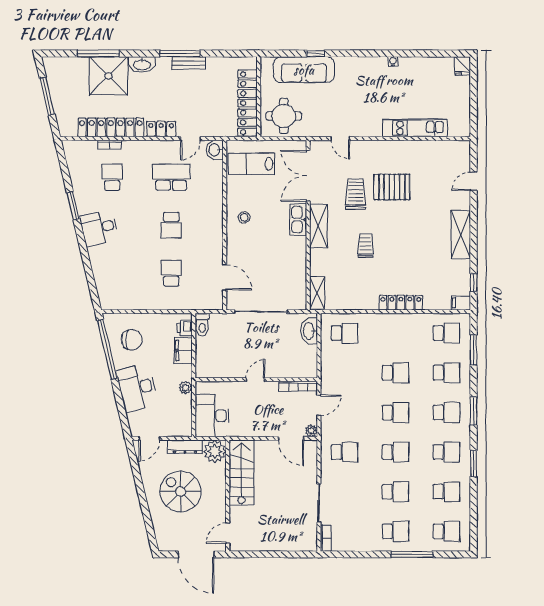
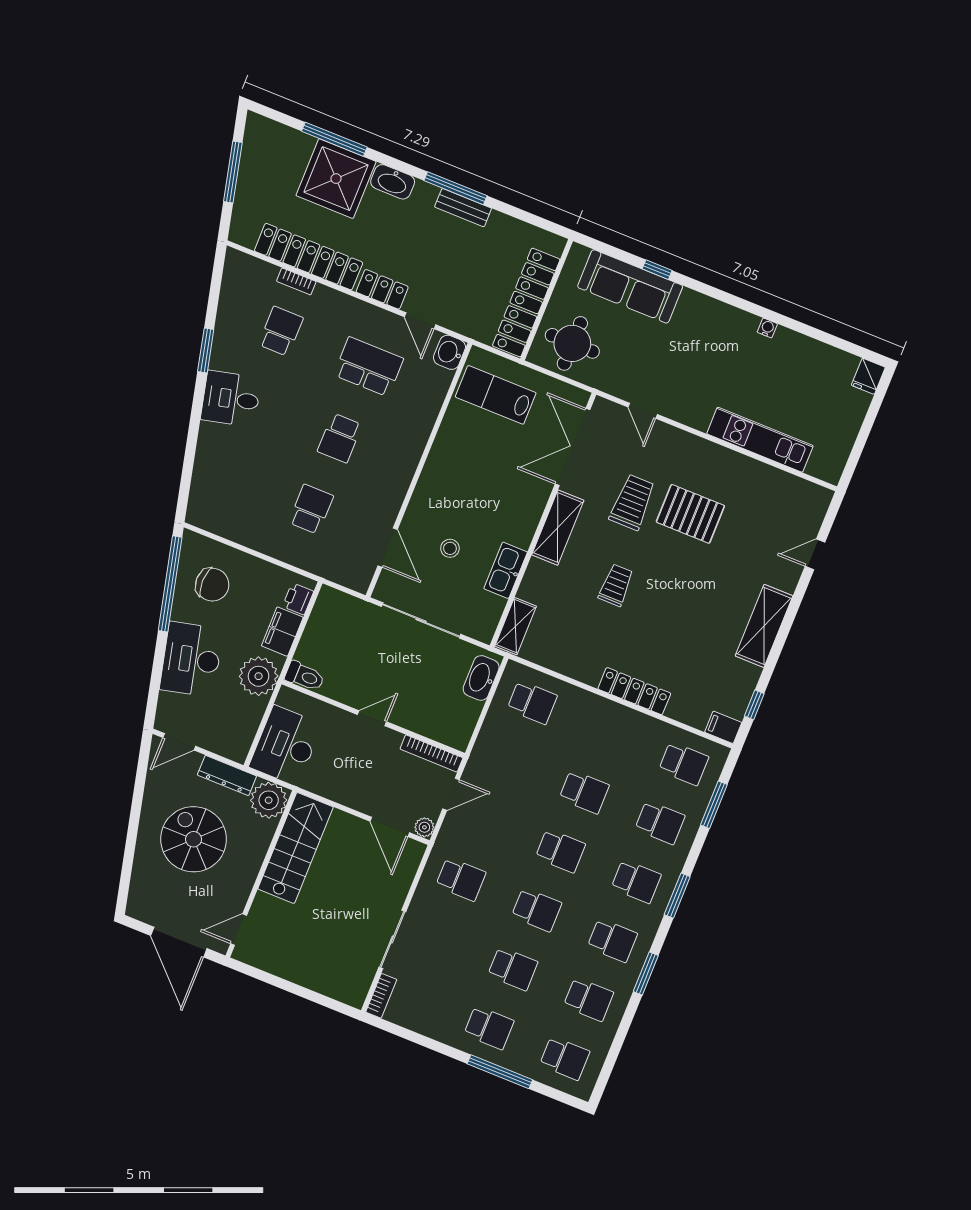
door: (190, 139) -> (420, 321), hinge flipped
stool: (244, 217) -> (450, 548), moved
kitchen sink: (298, 220) -> (506, 570), moved
toilet: (202, 325) -> (305, 676), moved, turned -90
plant: (186, 388) -> (259, 676), width x1.88, depth x1.88

